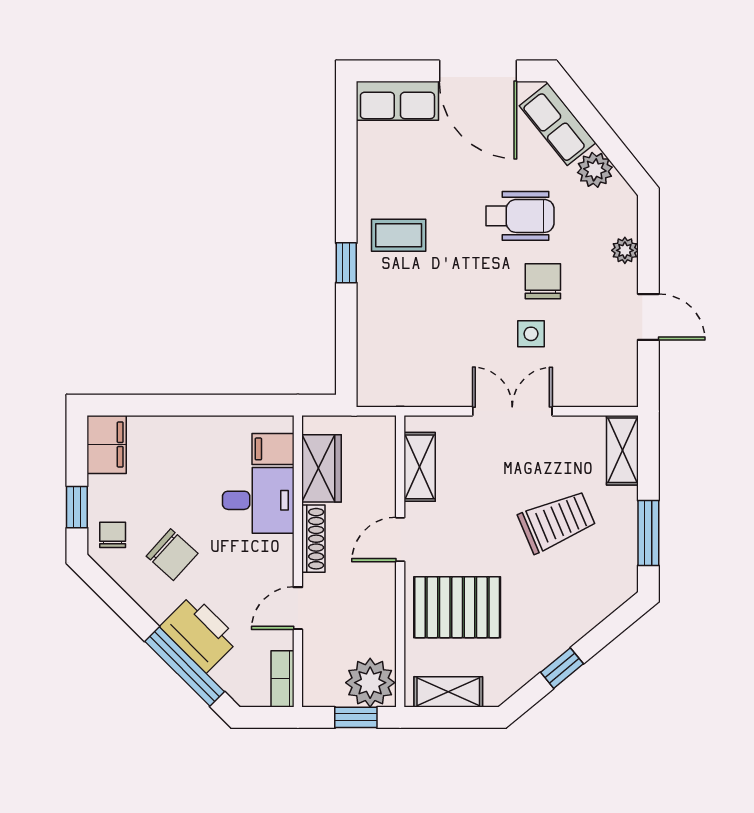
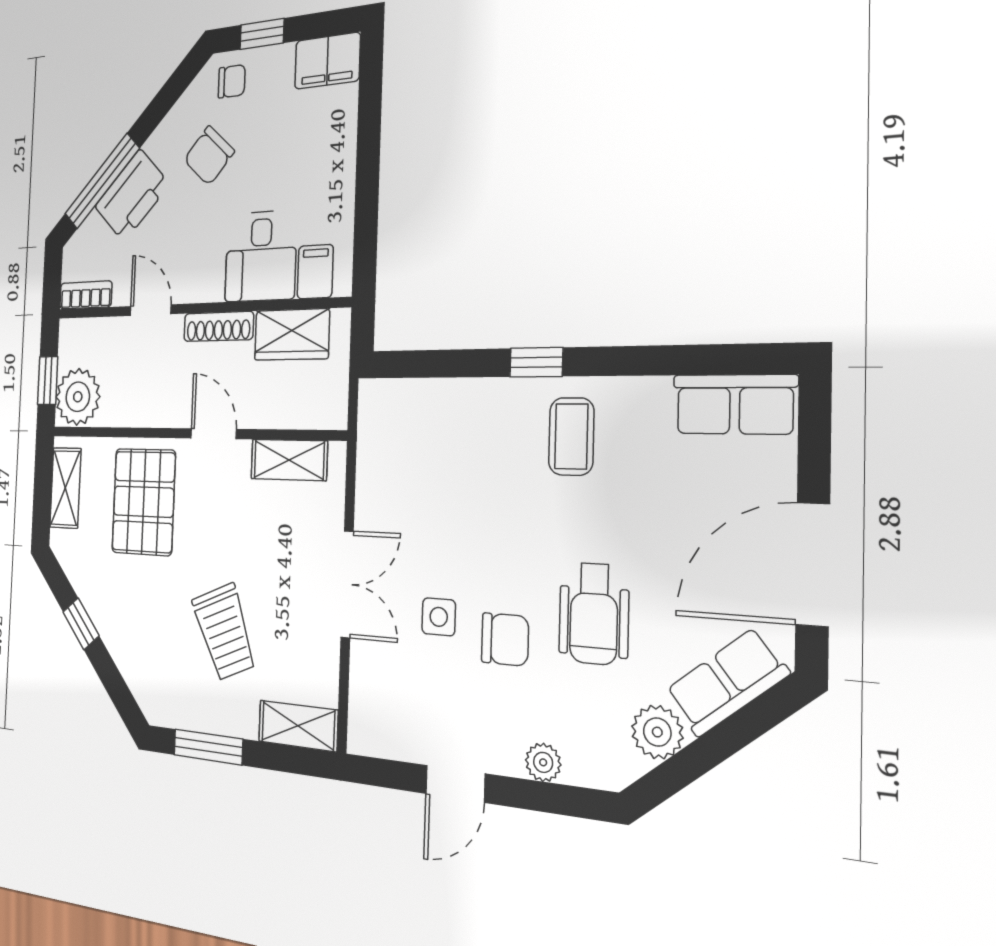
row of seats: (397, 101) -> (735, 404), moved, turned -90

